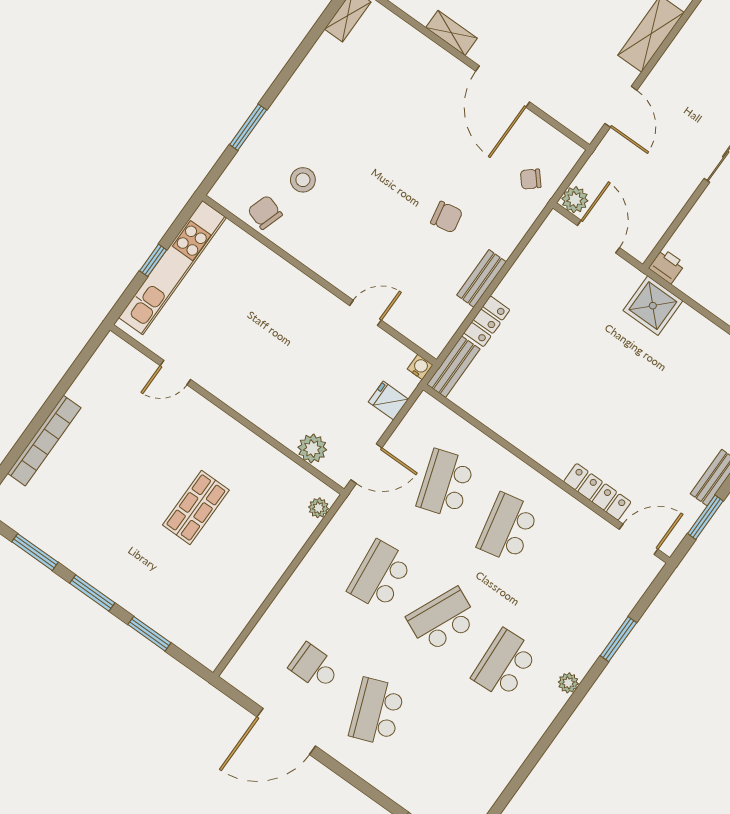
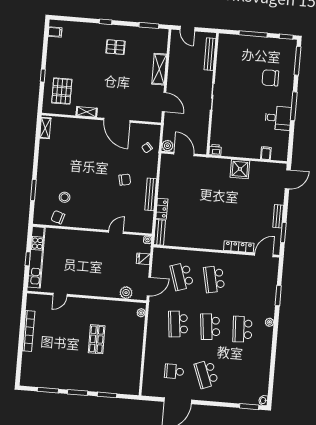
bench: (482, 278) -> (151, 194), width x1.36
shower: (653, 306) -> (240, 169), moved
bookcase: (44, 441) -> (29, 331), moved
school desk: (442, 620) -> (210, 327), turned -30

